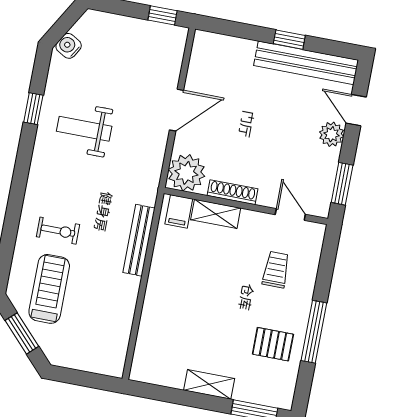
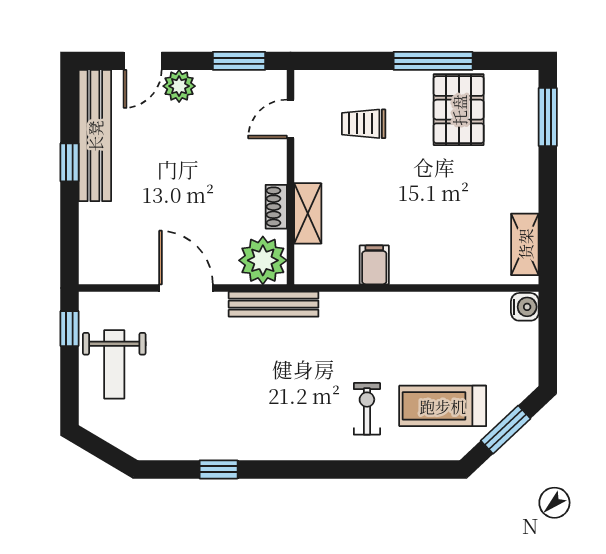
water cooler: (69, 46) -> (525, 307), moved, turned -121
weight bench: (84, 129) -> (114, 364), moved
shoe rack: (233, 192) -> (276, 207), width x0.70
filing cabinet: (179, 211) -> (374, 265), moved, turned -90
bench: (139, 240) -> (274, 304), moved
pallet: (273, 344) -> (459, 110), width x1.50, depth x1.42
shelving: (209, 384) -> (525, 244), moved

